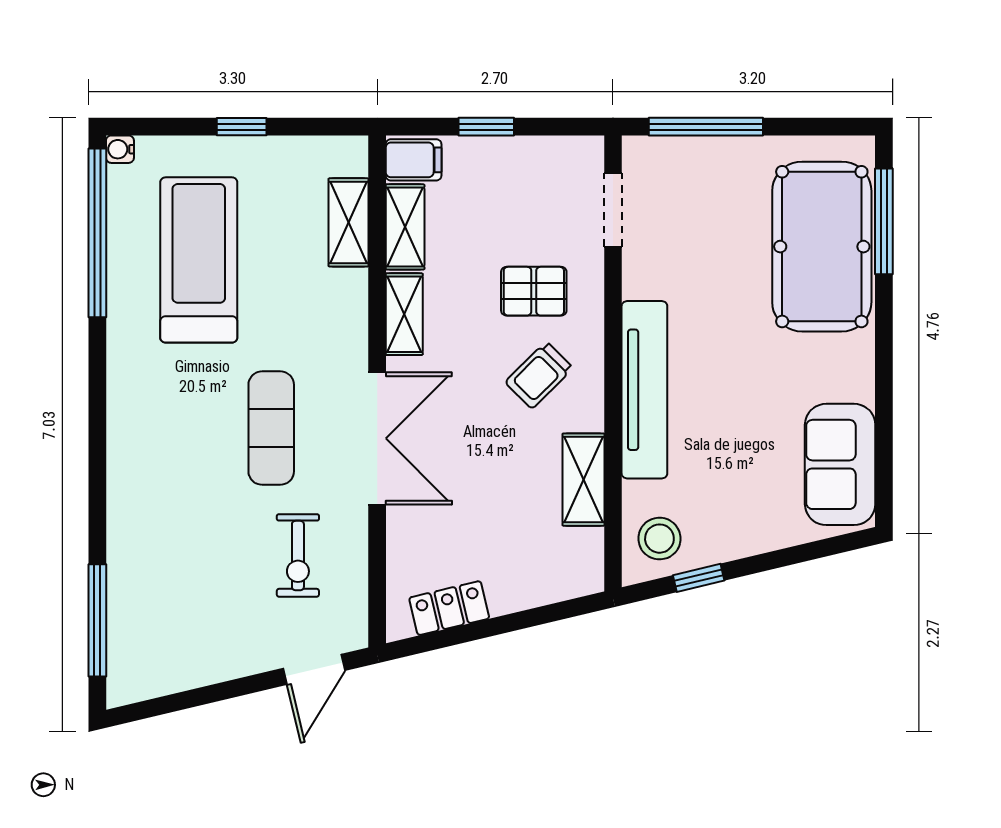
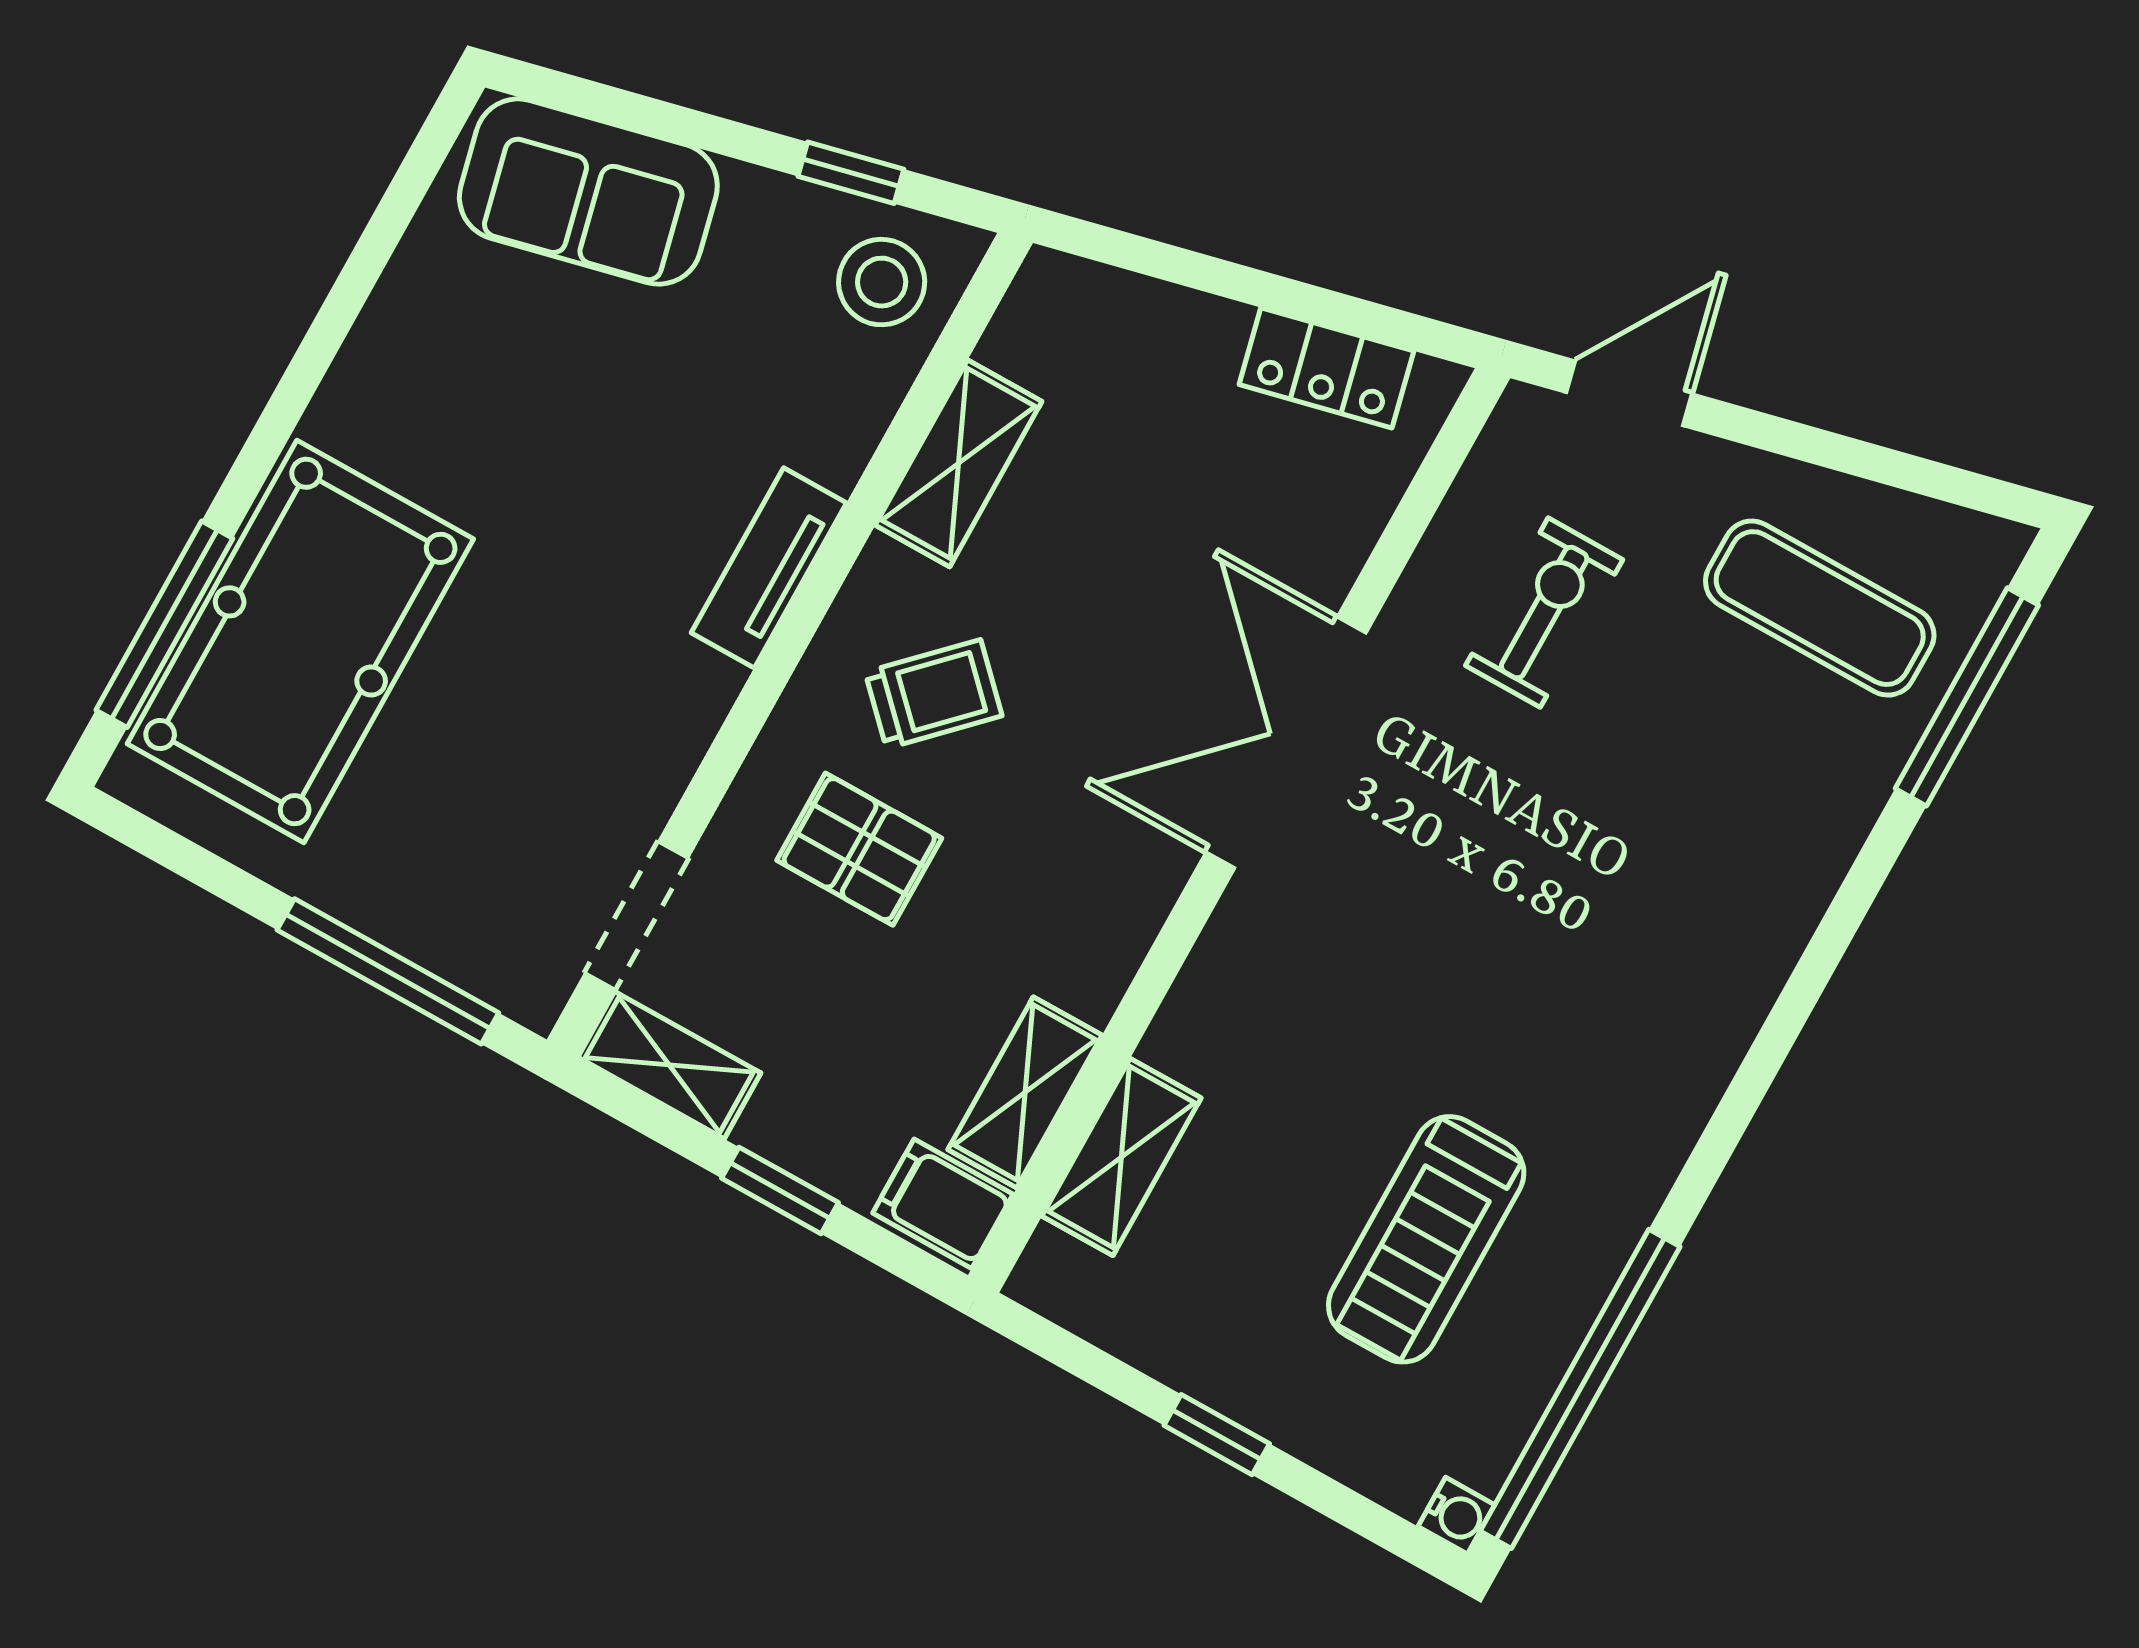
treadmill: (199, 260) -> (1426, 1239), width x0.73, depth x0.73
shelving: (404, 314) -> (669, 1065), moved, turned 90
tv unit: (644, 390) -> (769, 568), width x0.52, depth x0.78
exercise mat: (271, 428) -> (1820, 608), moved, turned 90
sofa: (840, 464) -> (588, 192), moved, turned 77

